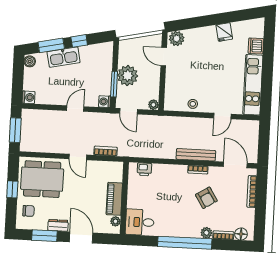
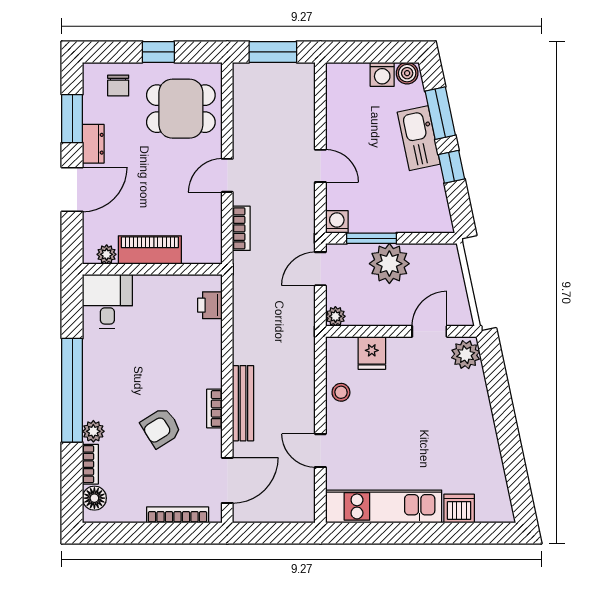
fridge: (224, 32) -> (372, 353), moved, turned -78
washing machine: (28, 97) -> (382, 74), moved
dining table: (42, 179) -> (181, 109), width x0.73

